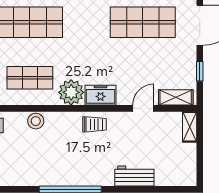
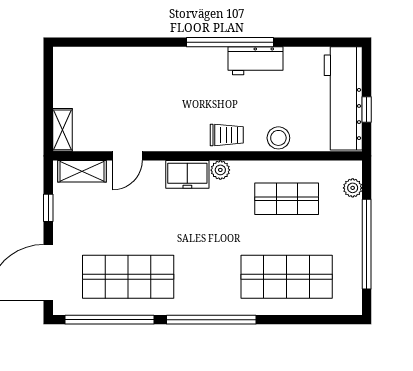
plant: (71, 92) -> (220, 170), width x0.53, depth x0.53
trolley: (94, 124) -> (227, 135), moved, turned 180
workbench: (134, 176) -> (256, 61), moved

